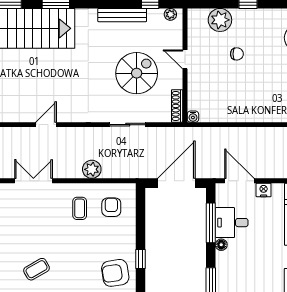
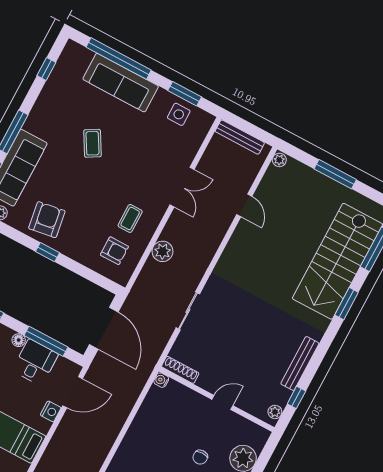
spiral stairs: (137, 73) -> (234, 347), removed
door: (46, 125) -> (244, 205), moved
coffee table: (80, 208) -> (130, 218), turned 90

